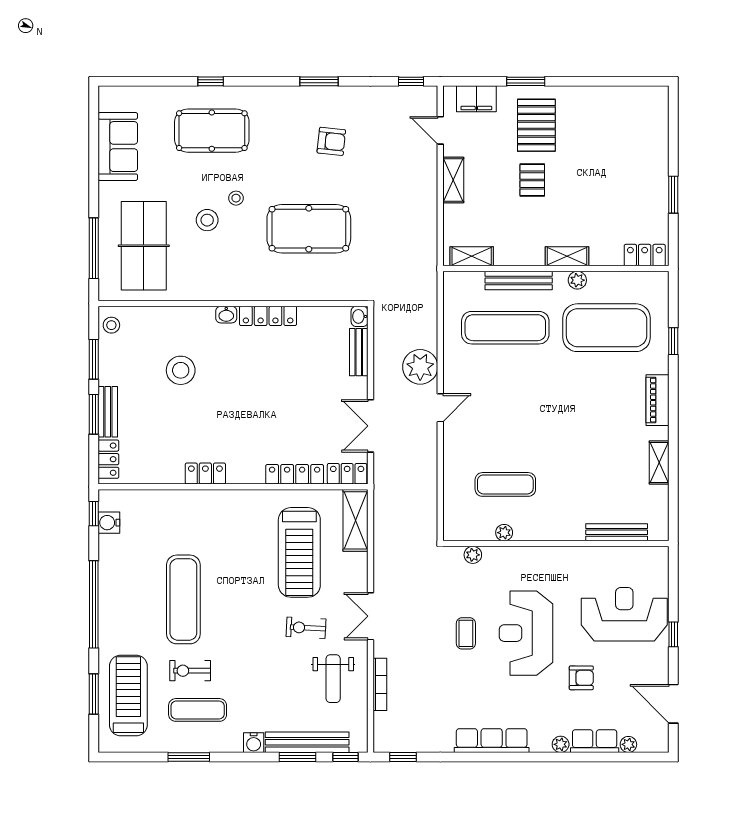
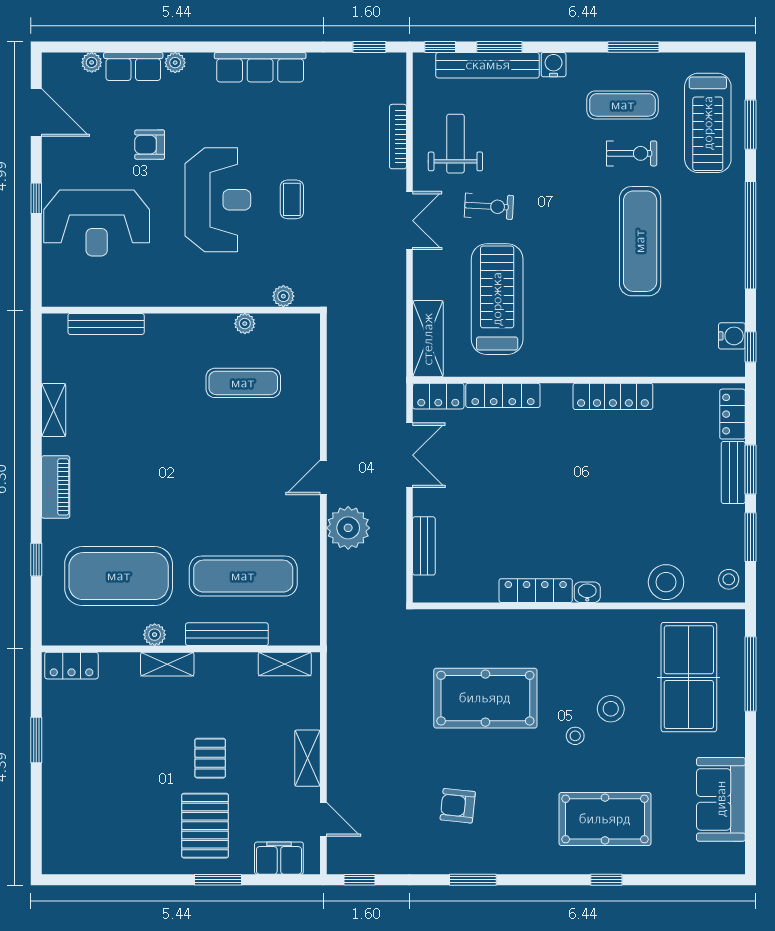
washbasin: (360, 316) -> (423, 590), removed
stool: (181, 370) -> (666, 582), moved
locker: (205, 474) -> (613, 396), width x1.53

